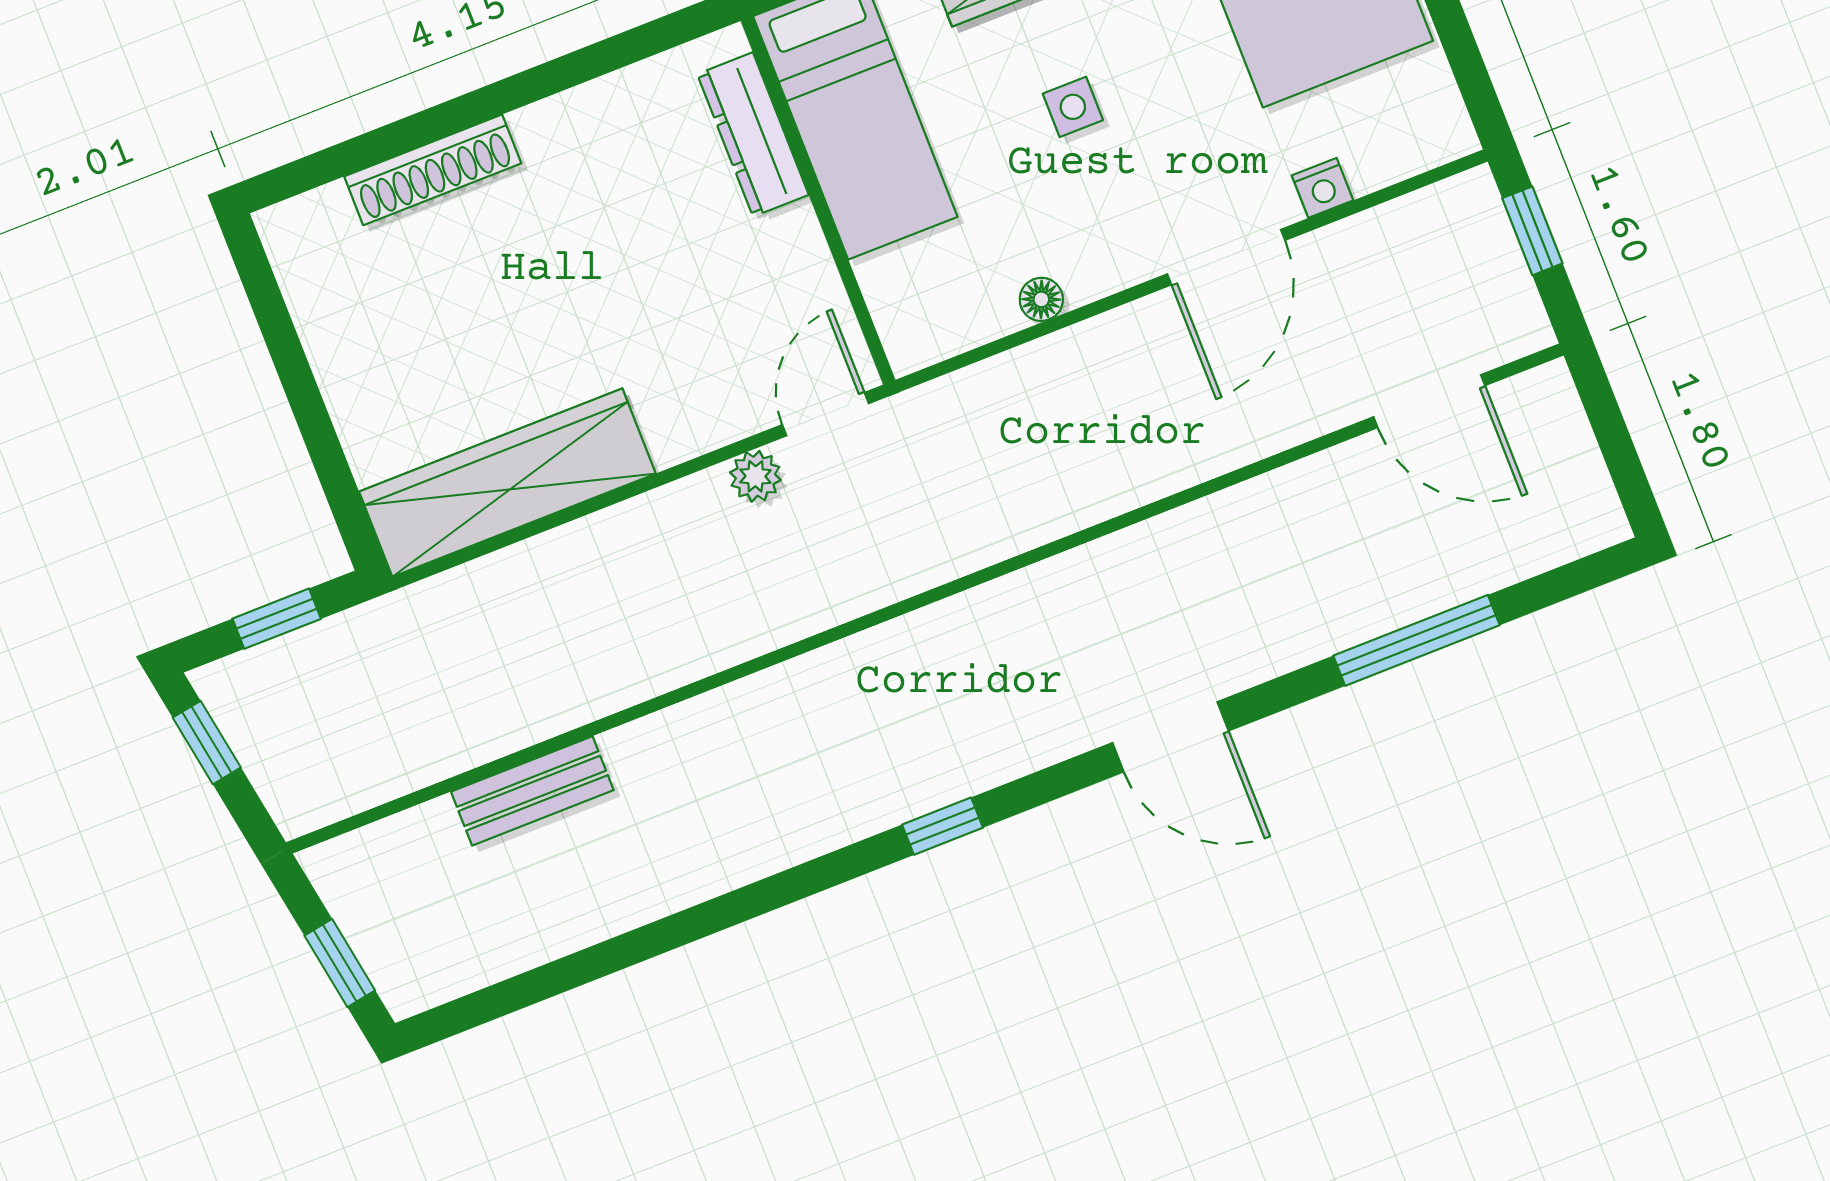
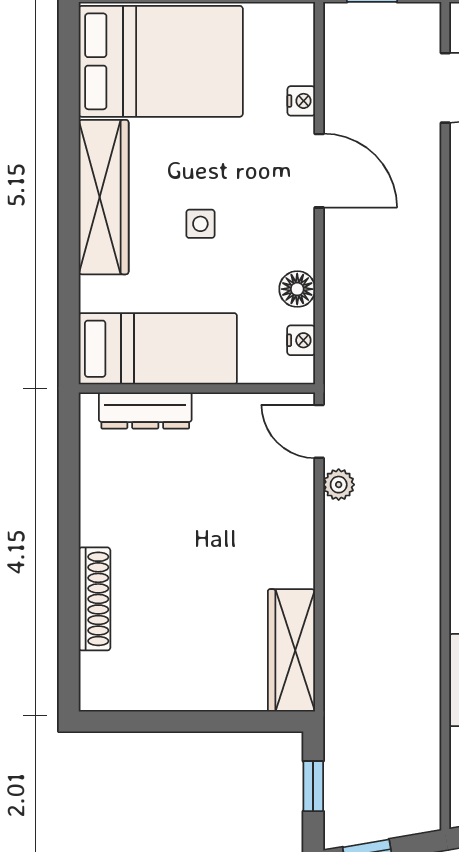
floor lamp: (1041, 299) -> (297, 289), width x1.37, depth x1.37
nightstand: (955, 332) -> (301, 340), added
wardrobe: (507, 483) -> (291, 650), width x0.71, depth x0.85

